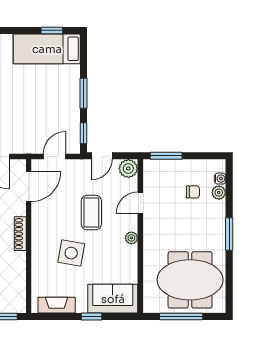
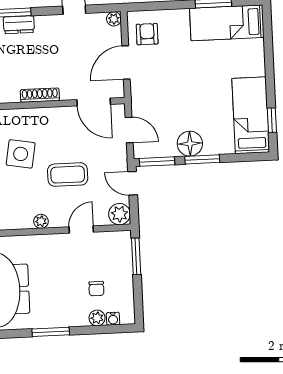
floor lamp: (69, 104) -> (190, 144), added
window: (84, 133) -> (157, 162), width x1.50
door: (140, 203) -> (81, 229), hinge flipped

